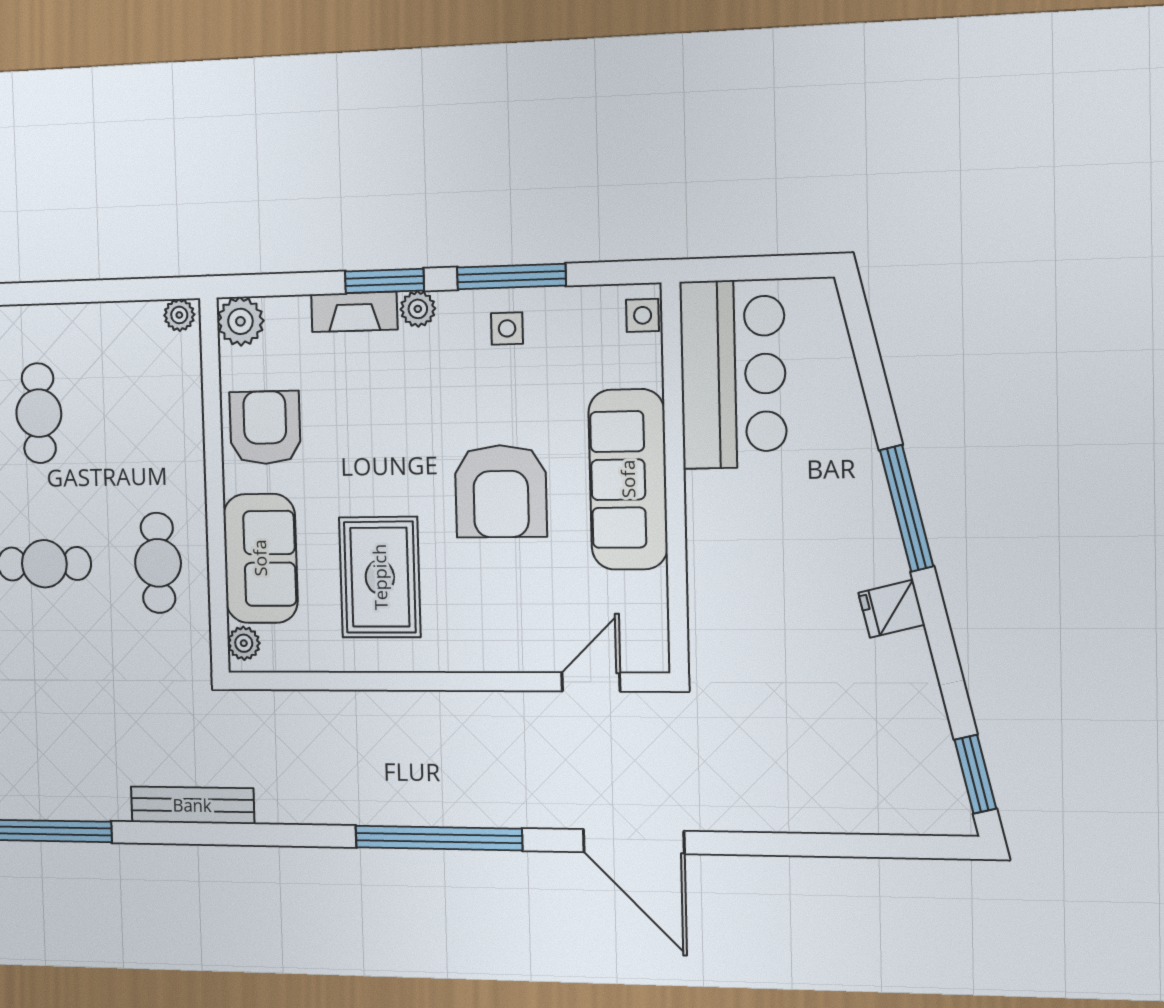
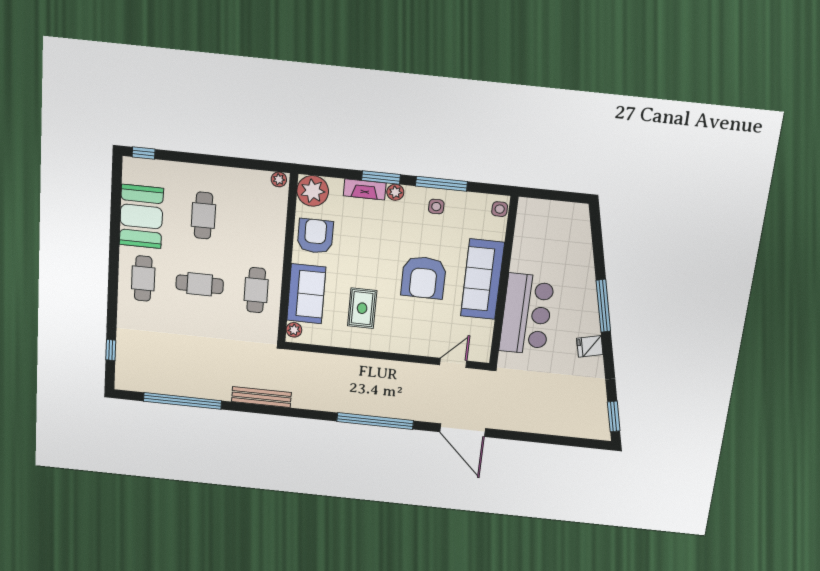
plant: (240, 321) -> (313, 191), width x1.36, depth x1.36
bar counter: (733, 374) -> (527, 314), moved
rug: (380, 577) -> (362, 308), width x0.73, depth x0.70

